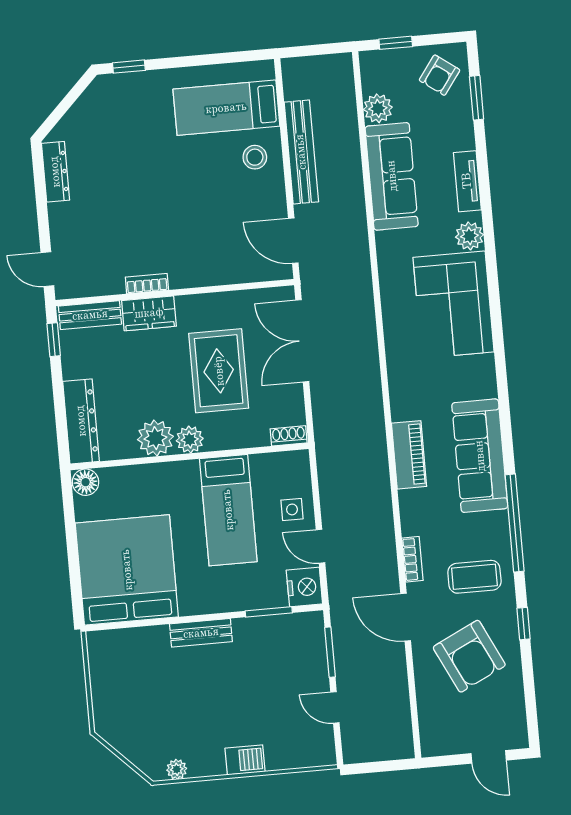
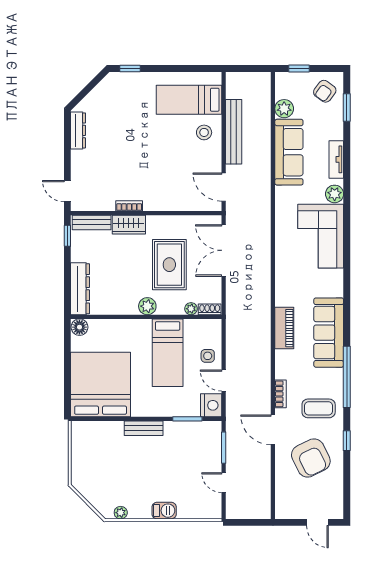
plant: (155, 438) -> (191, 309), moved, width x0.53, depth x0.53

